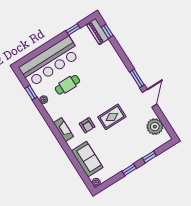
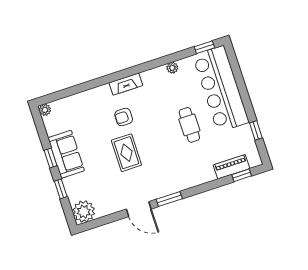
piano: (98, 31) -> (232, 167), moved
cafe table: (67, 85) -> (189, 125), moved
window: (31, 93) -> (204, 47), moved
plant: (155, 127) -> (84, 212), moved
sofa: (87, 159) -> (66, 154), moved, turned -90

